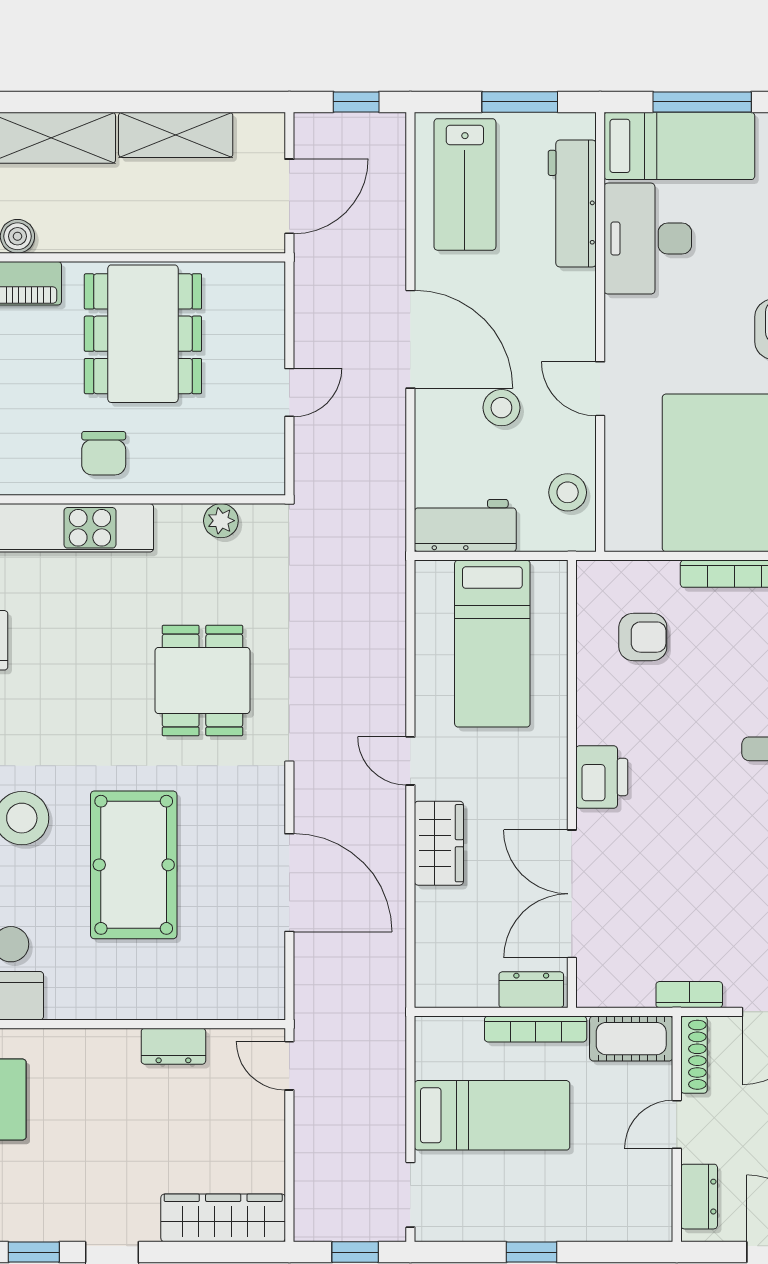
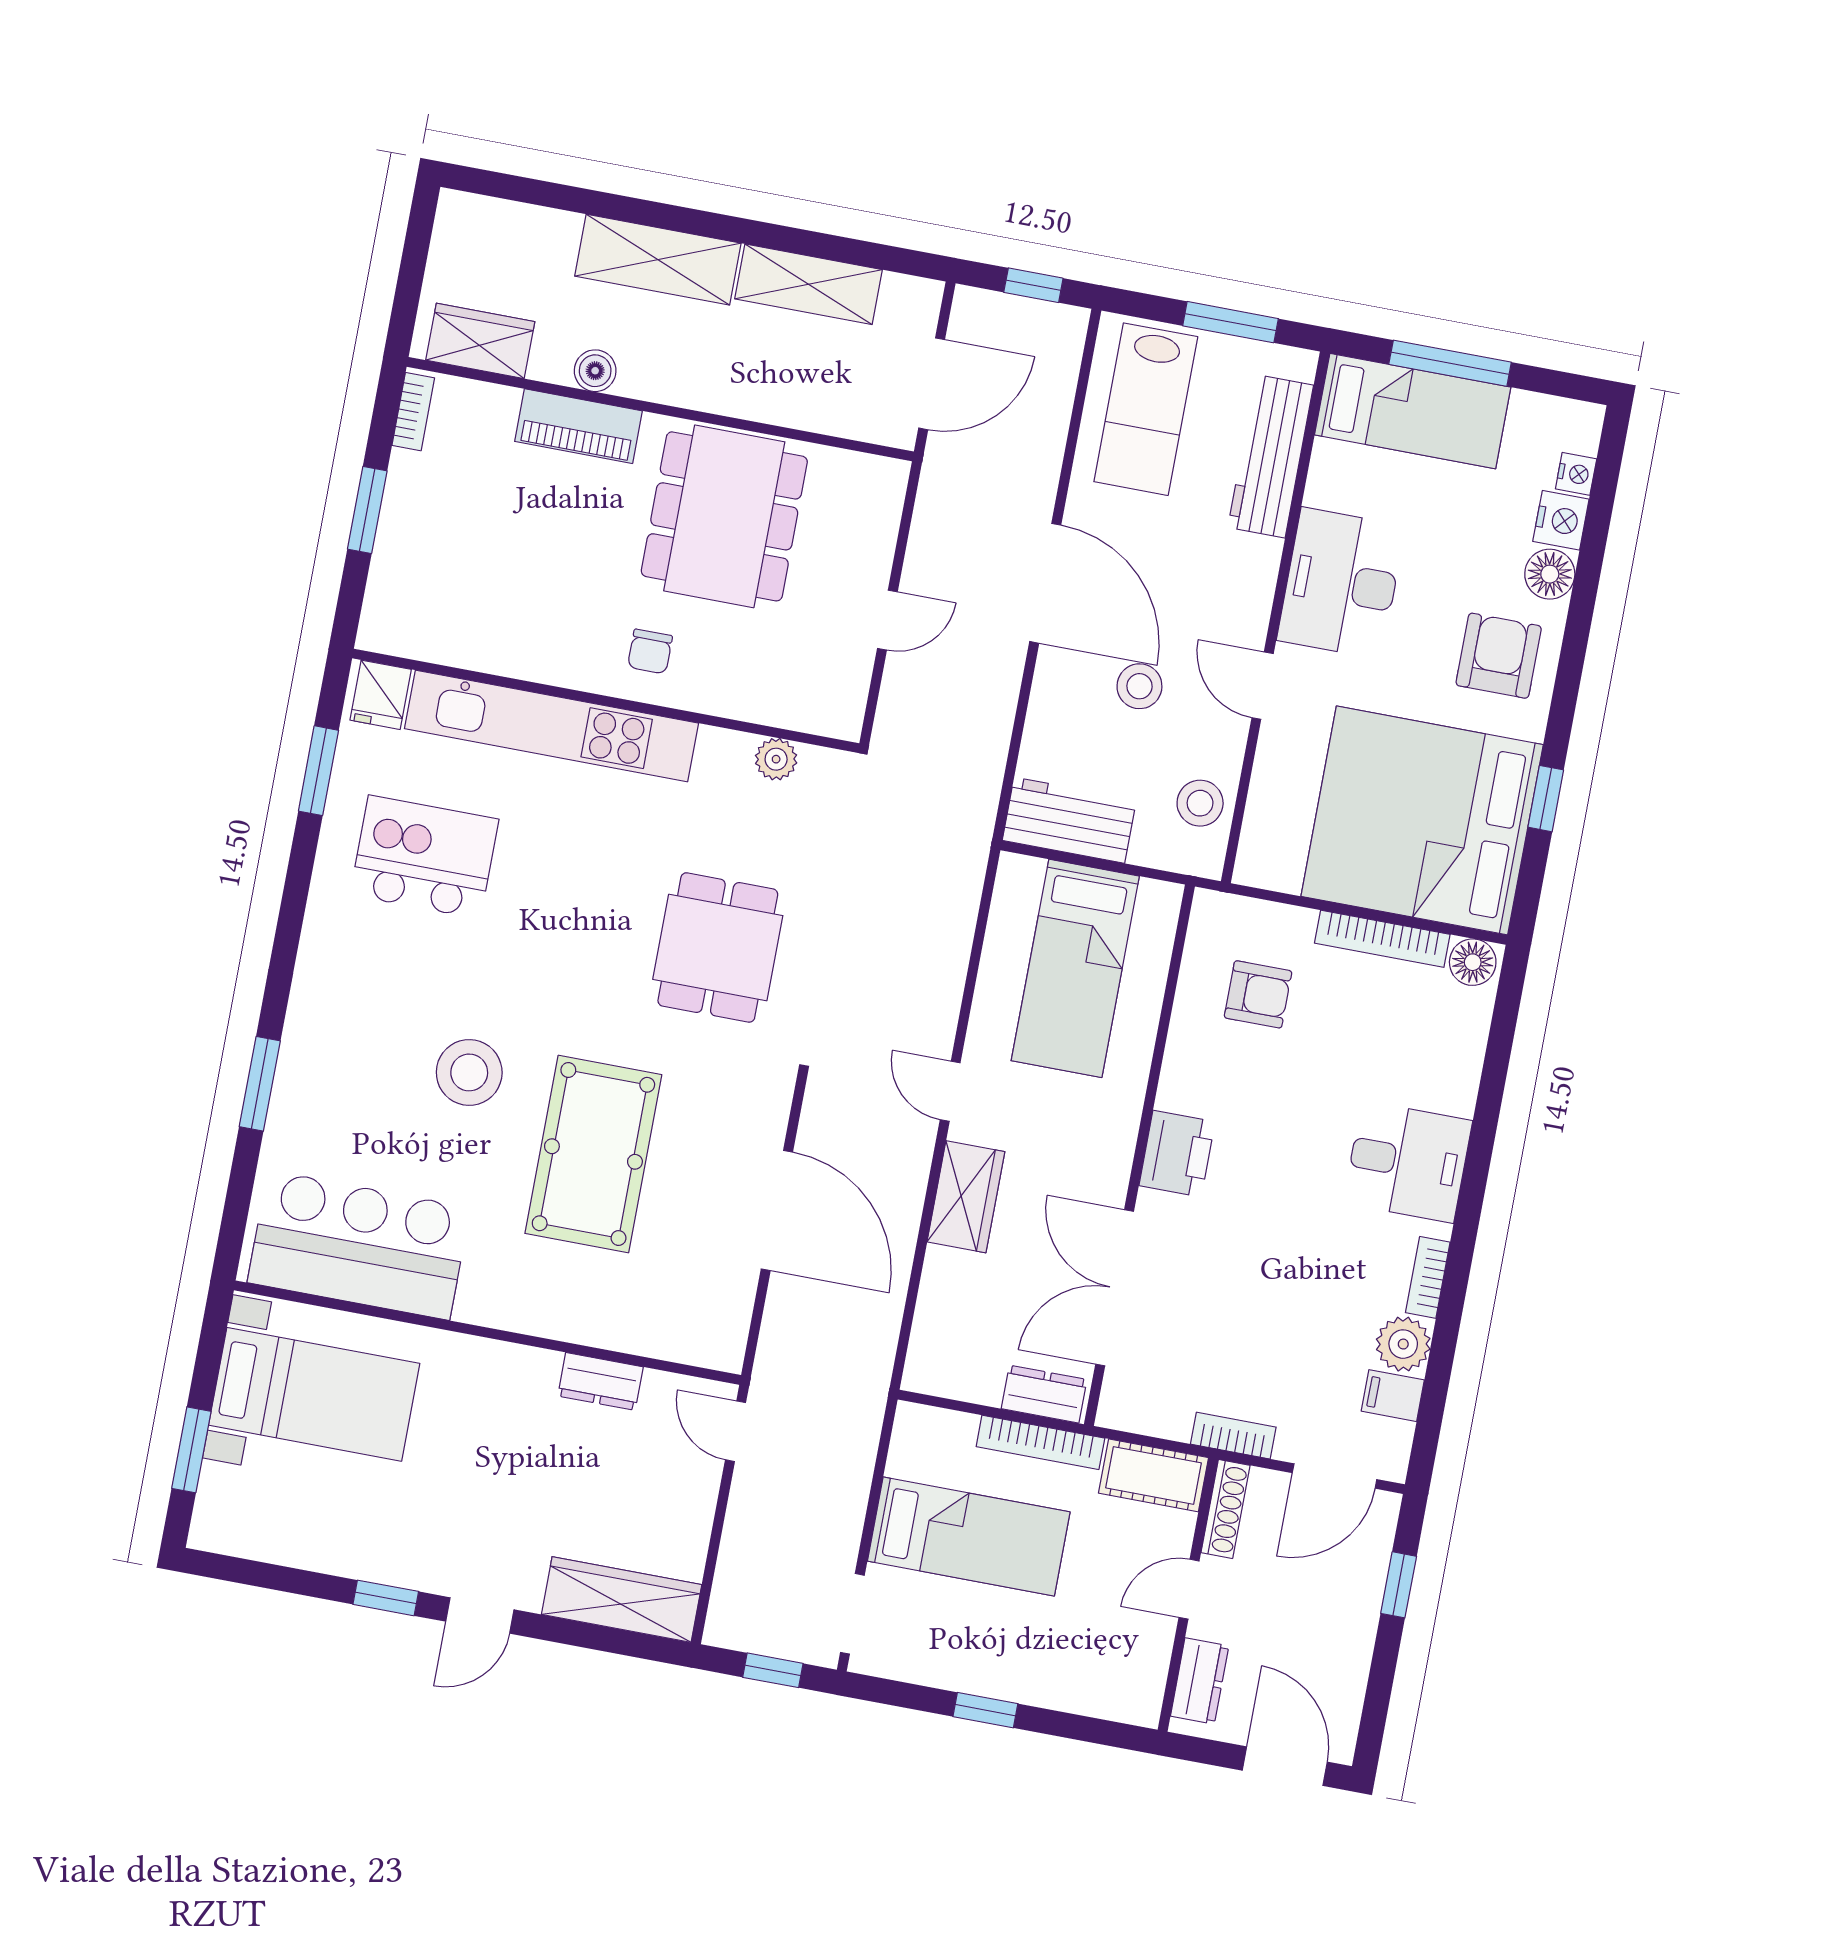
desk: (648, 239) -> (1341, 583), moved
chair: (104, 453) -> (650, 651), width x0.73, depth x0.73

